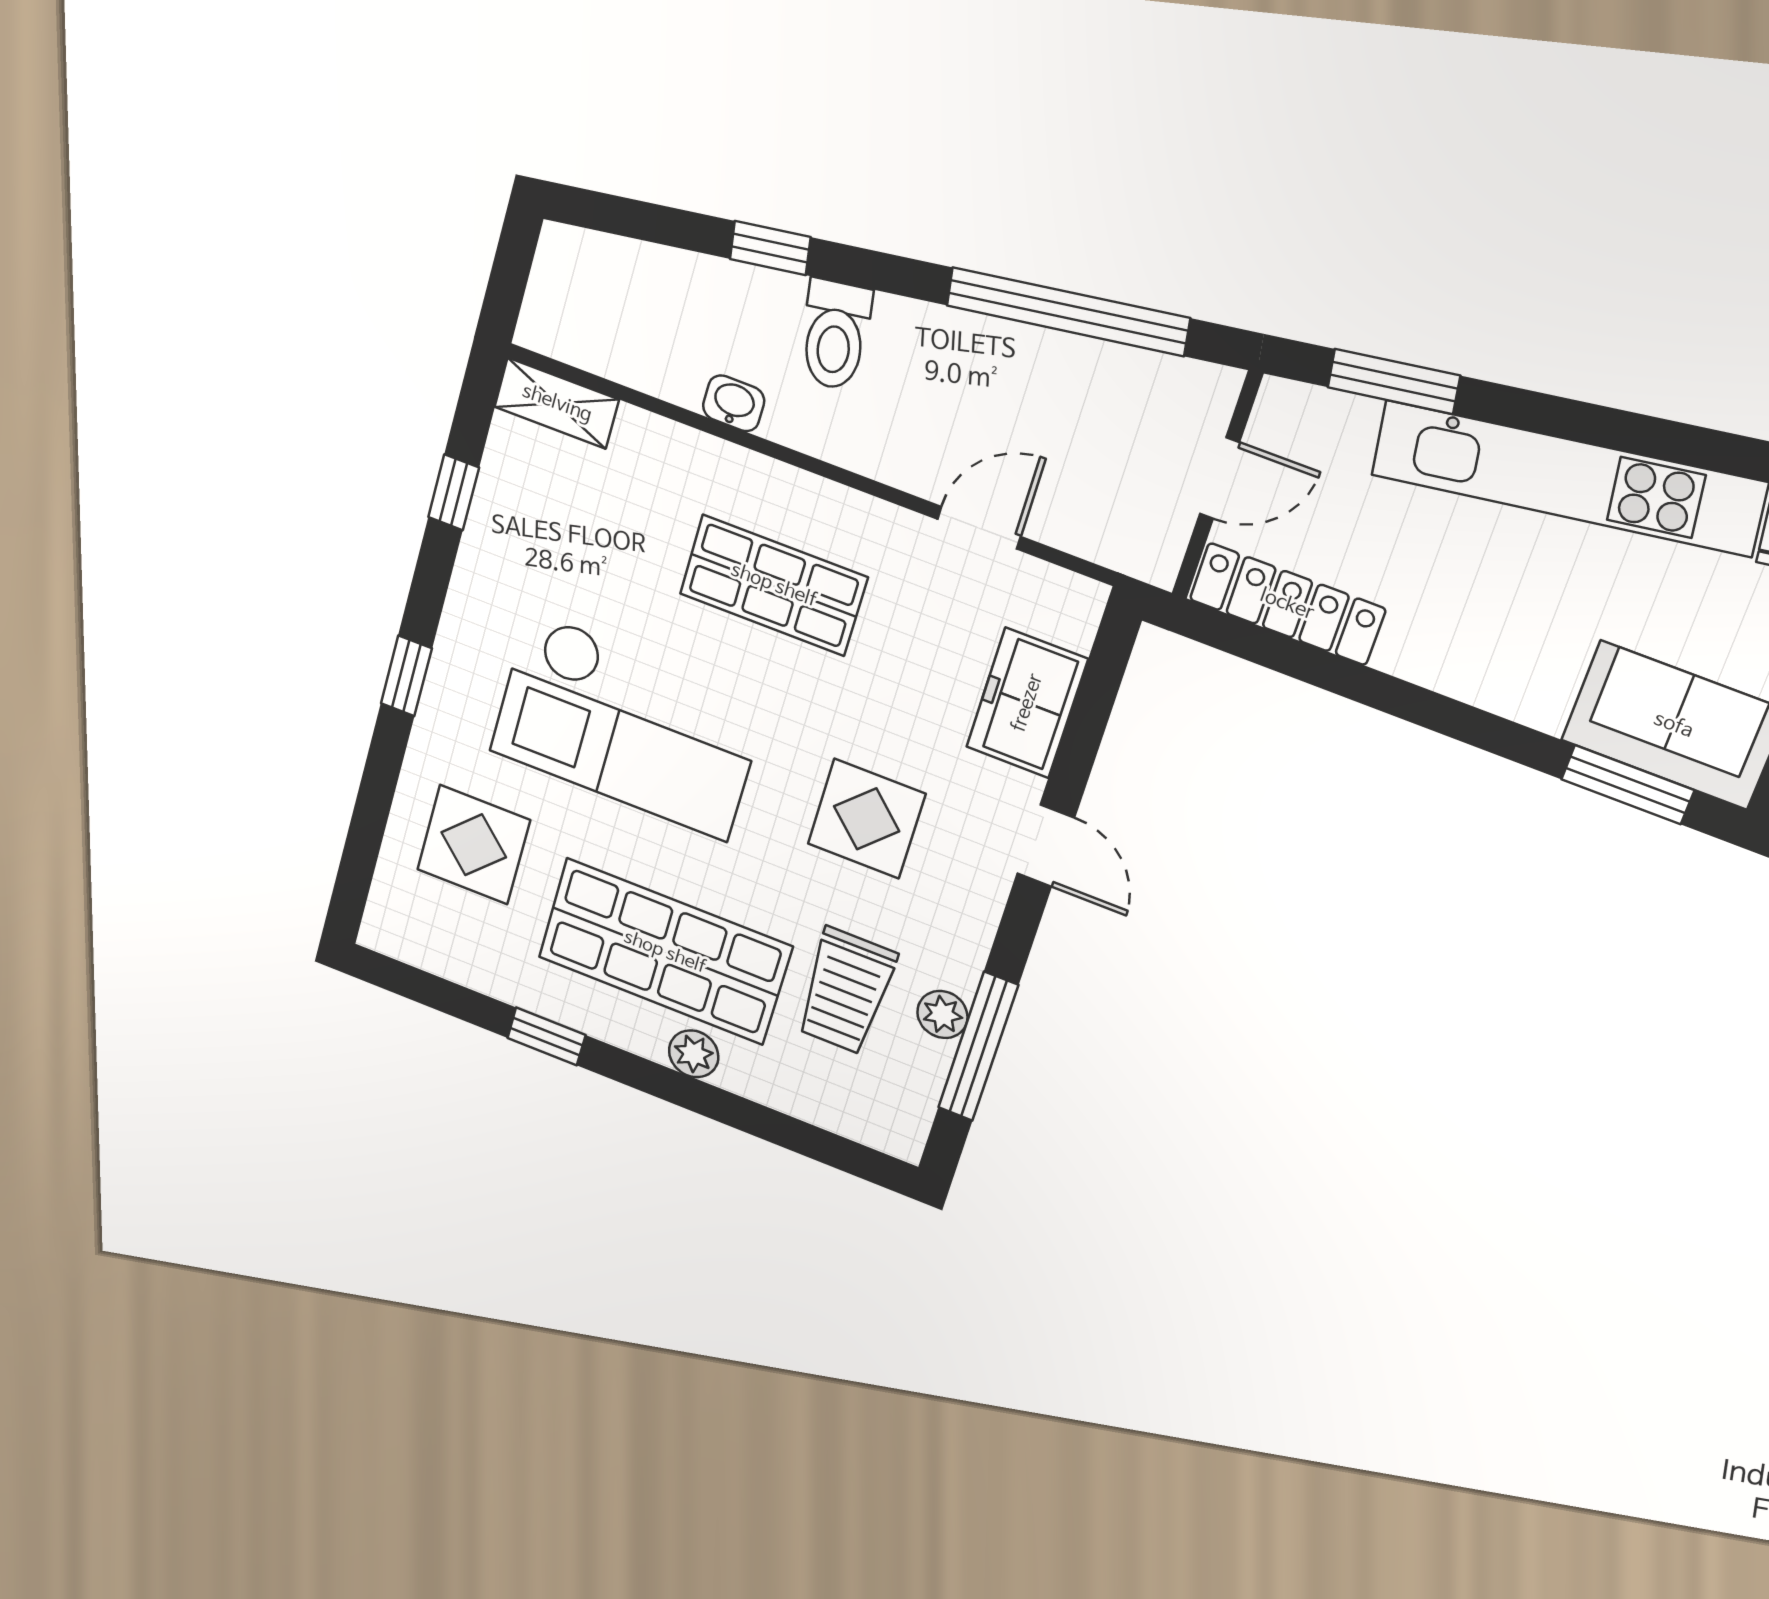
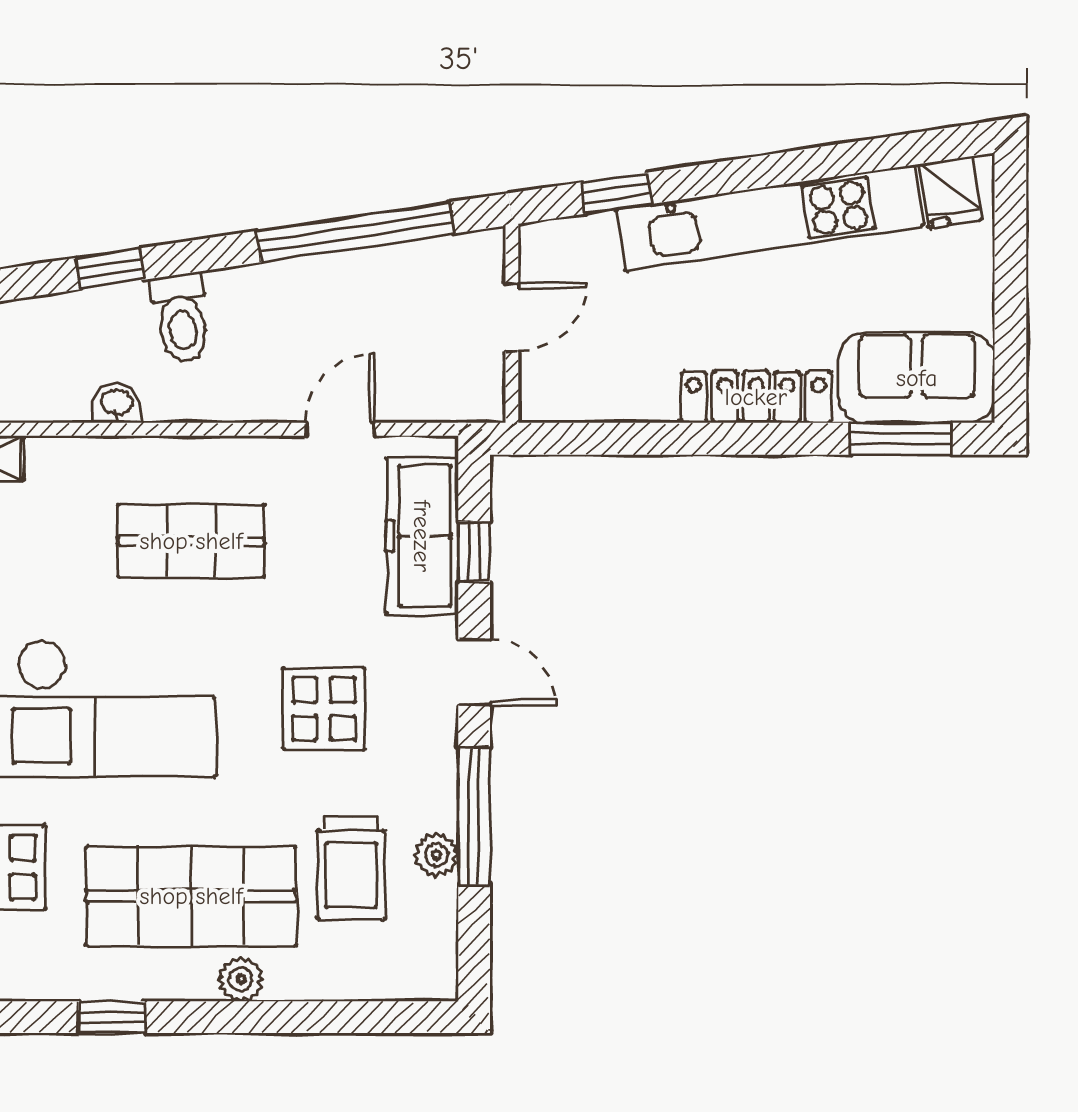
window: (1394, 381) -> (616, 193), width x0.67
locker: (1287, 604) -> (756, 397), moved
freezer: (1027, 703) -> (422, 536), width x1.40
window: (1089, 719) -> (474, 552), added
window: (978, 1047) -> (474, 816), moved

